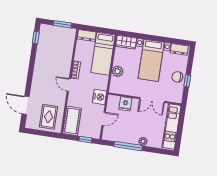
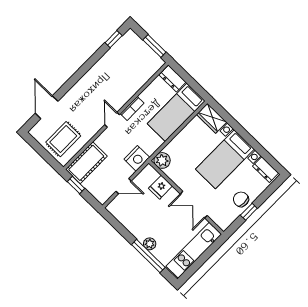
plant: (118, 71) -> (162, 160), moved
window: (85, 140) -> (76, 185), moved
window: (128, 146) -> (148, 256), moved

